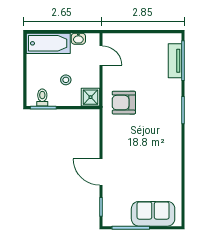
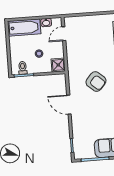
door: (101, 56) -> (64, 34), swing flipped
armchair: (124, 103) -> (96, 82), moved, turned -139
door: (101, 172) -> (69, 105), moved

